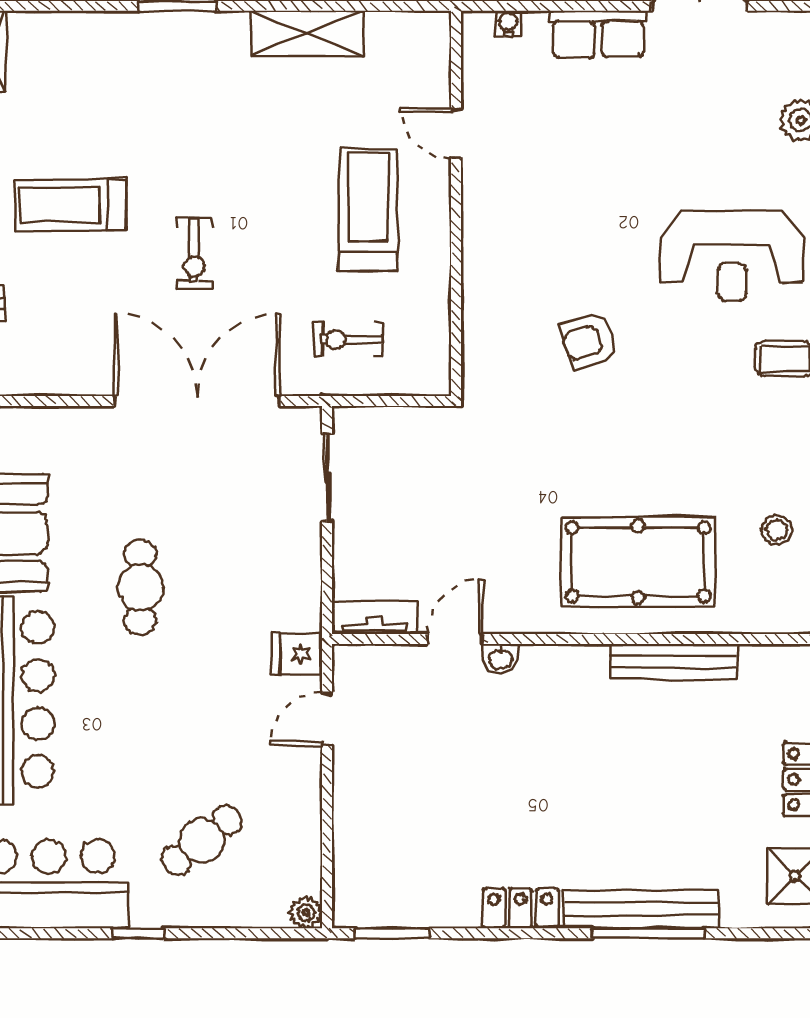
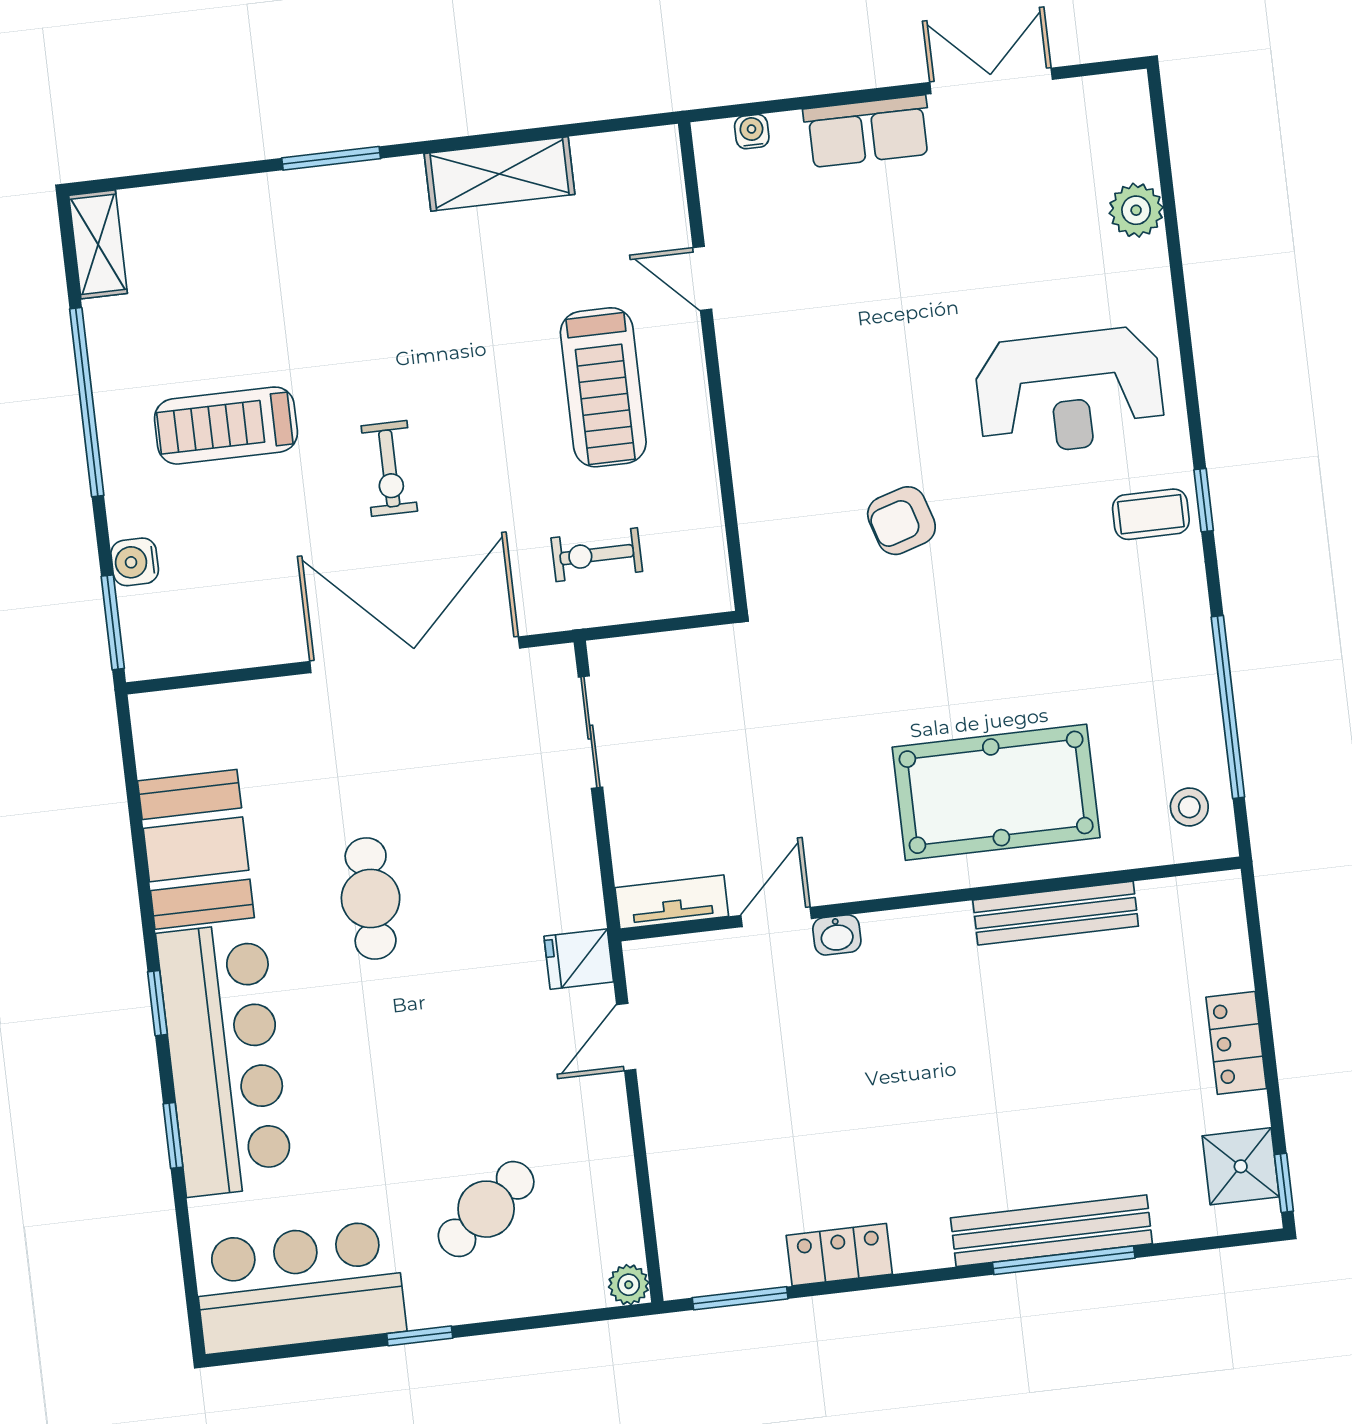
treadmill: (369, 210) -> (603, 387), turned 180
stool: (777, 530) -> (1189, 807), moved
locker: (521, 908) -> (839, 1255), moved

